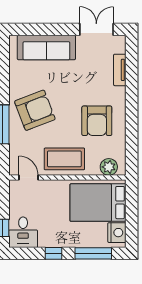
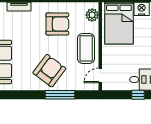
armchair: (35, 110) -> (49, 71), turned 58

